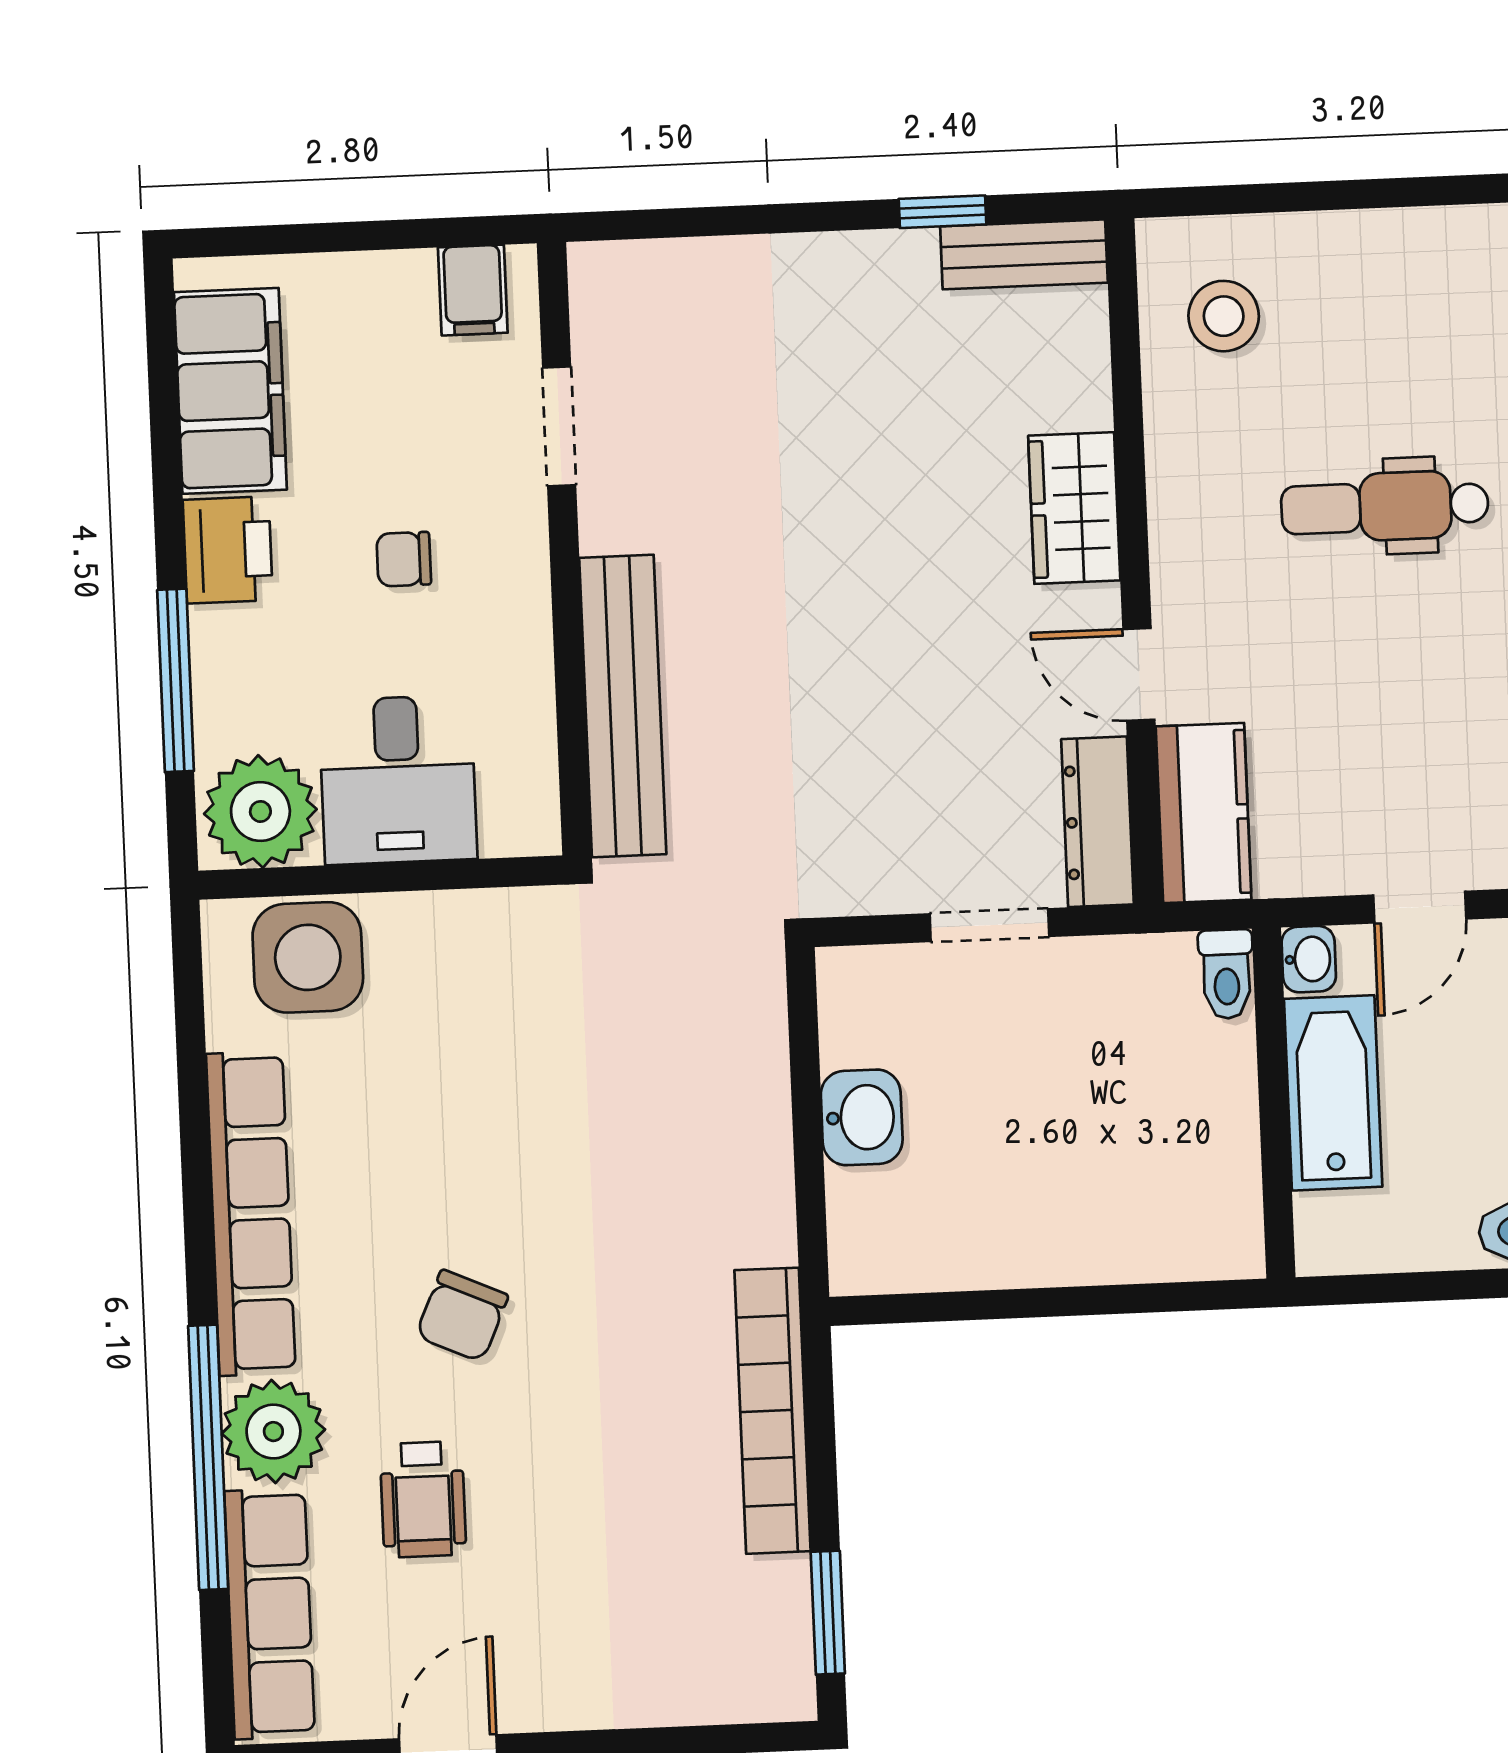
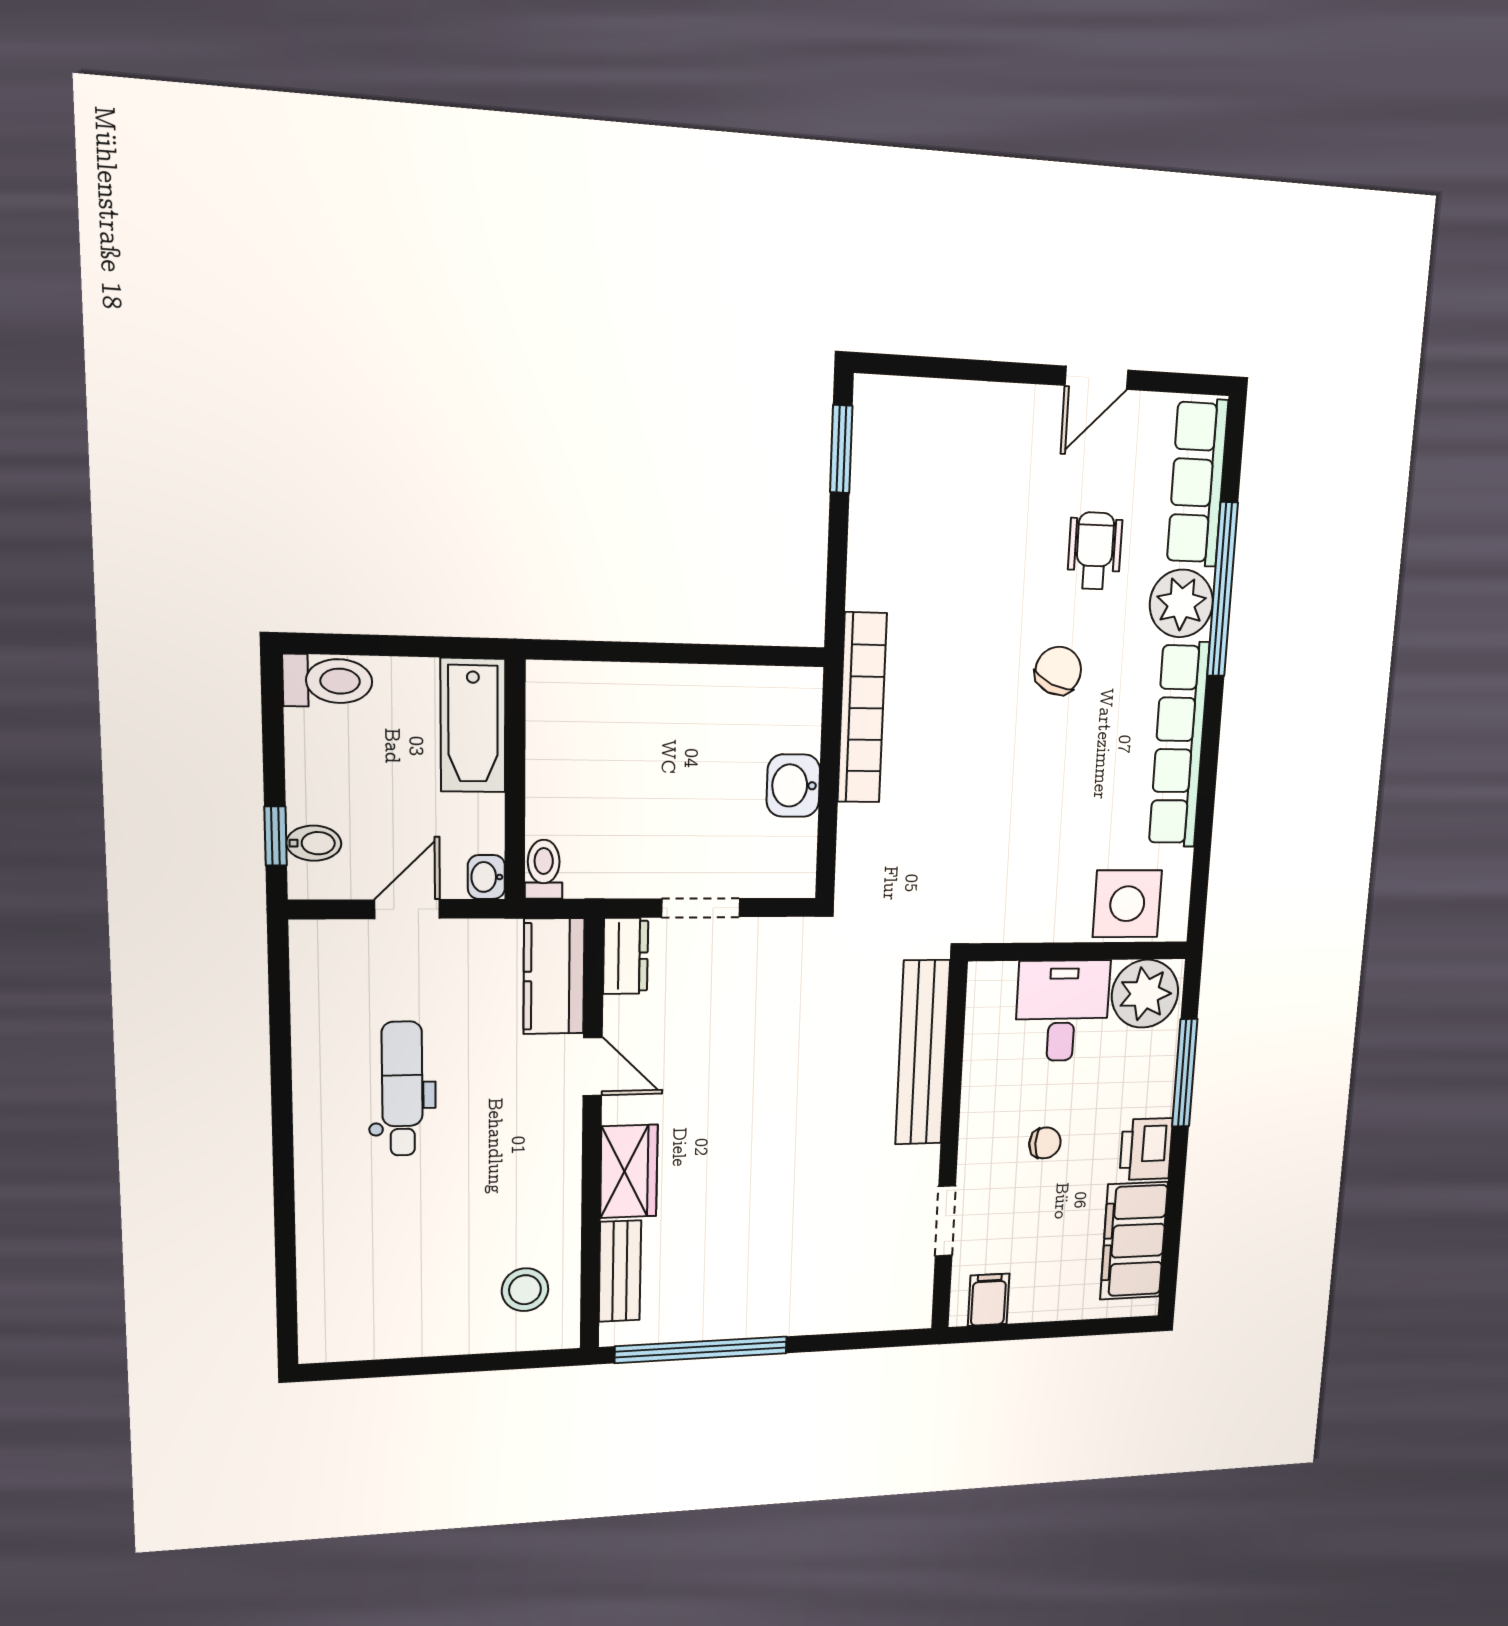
window: (942, 212) -> (701, 1350), width x3.17
bench: (1024, 254) -> (620, 1271), moved, turned 90
dental chair: (1385, 507) -> (402, 1089), moved, turned -90
dresser: (1098, 822) -> (626, 956), width x0.70
bathtub: (1333, 1093) -> (473, 725), moved
bookcase: (773, 1411) -> (862, 708), moved

